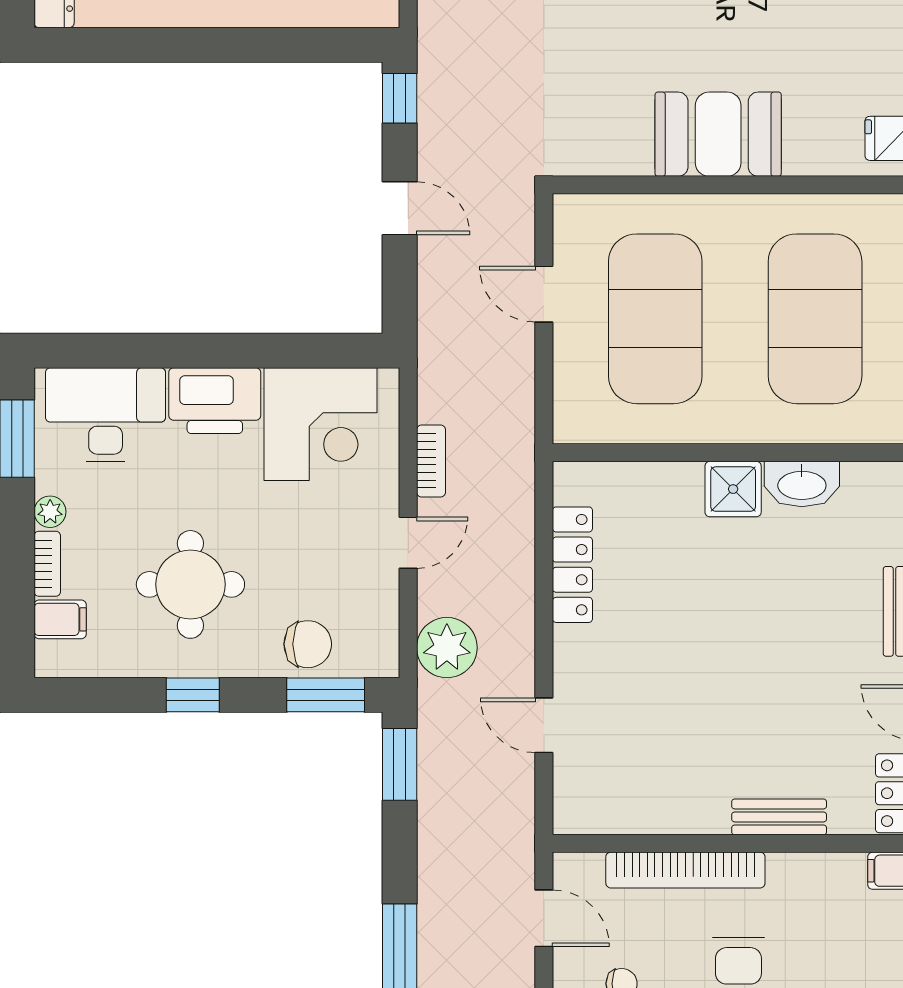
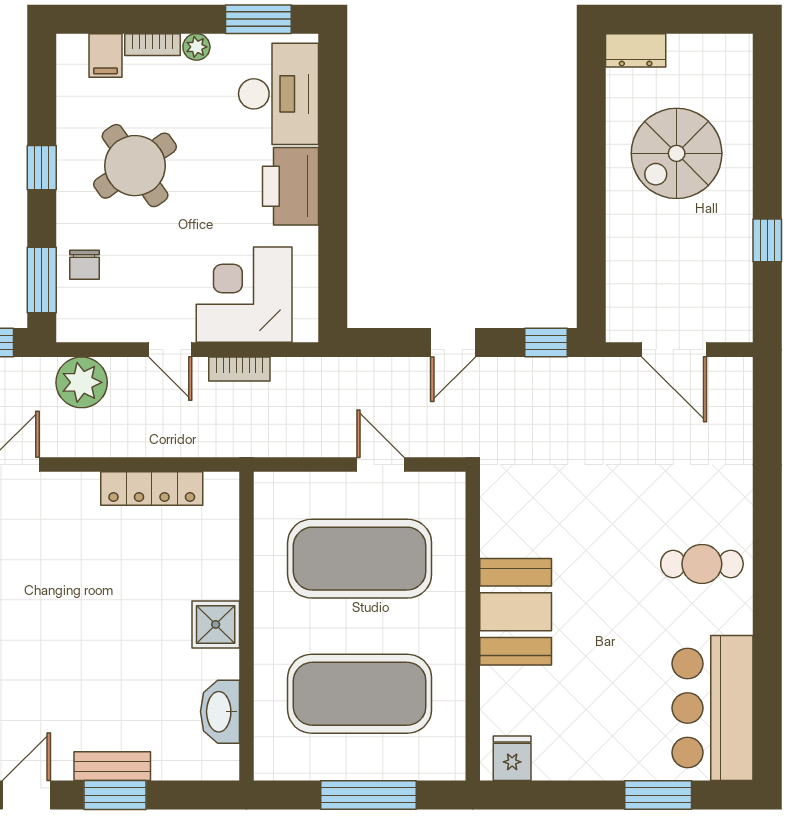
door: (544, 294) -> (380, 465), hinge flipped
corner desk: (321, 424) -> (244, 295), moved, turned 90
washbasin: (802, 484) -> (220, 712), moved
round table: (190, 584) -> (135, 166), turned -35
chair: (308, 644) -> (84, 265), width x0.73, depth x0.73

